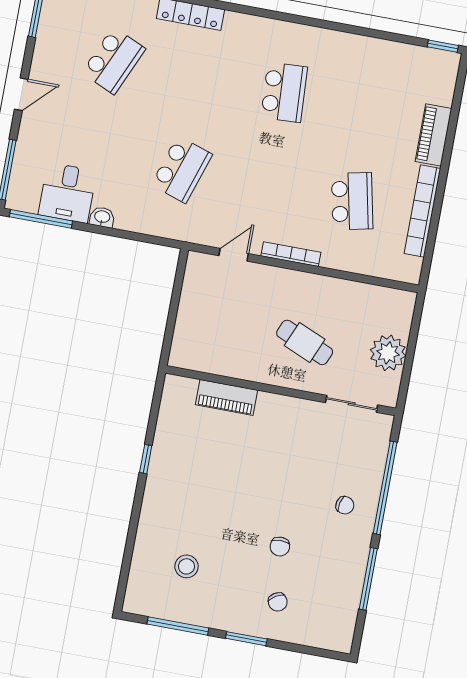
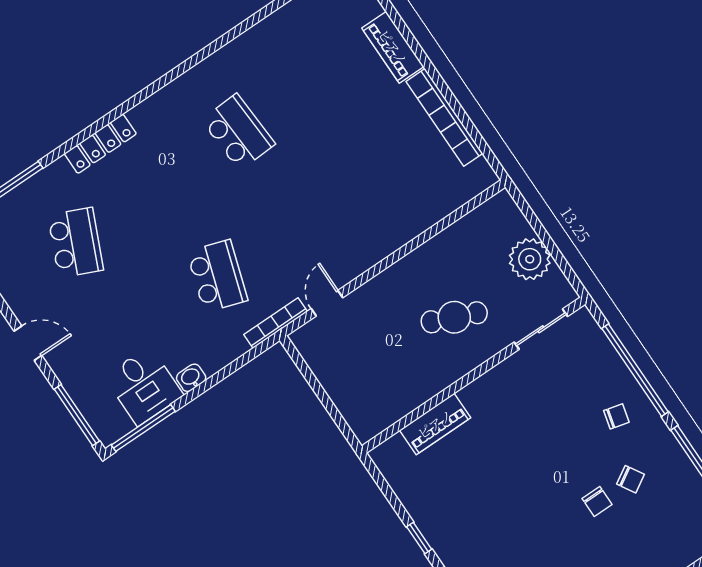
door: (21, 94) -> (28, 343), hinge flipped
school desk: (352, 201) -> (380, 166), removed
bookcase: (291, 254) -> (276, 323), moved
chair: (278, 602) -> (630, 479), moved

